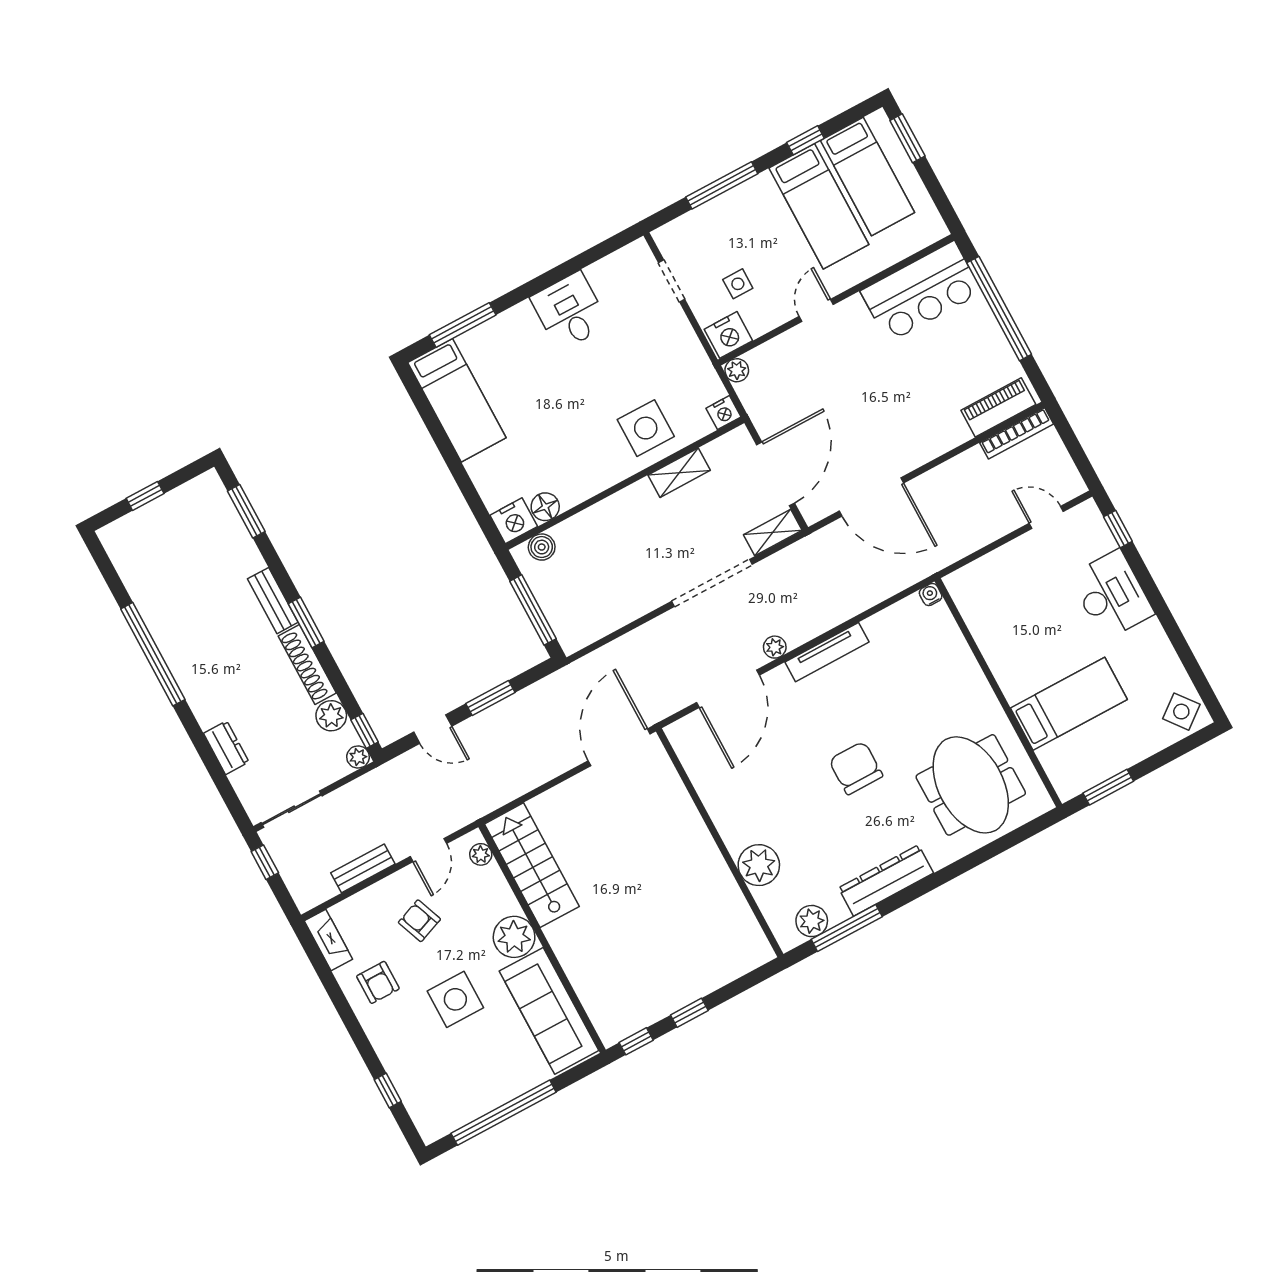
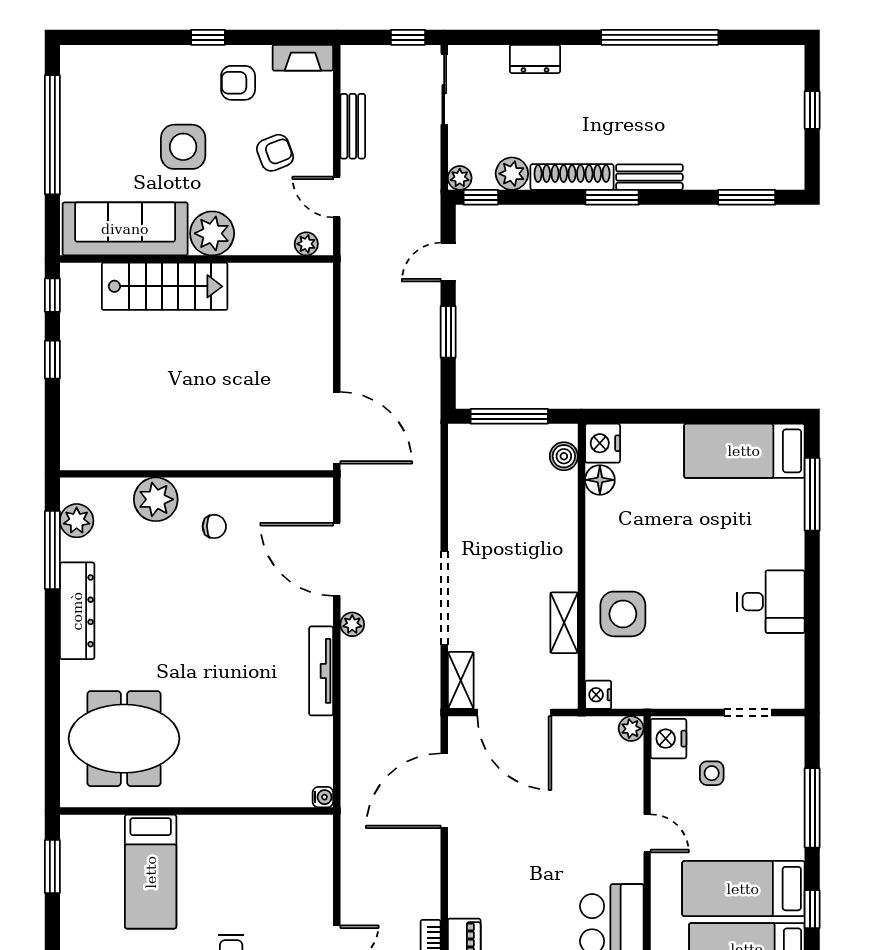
chair: (856, 768) -> (214, 526), moved, width x0.54, depth x0.54
stairs: (532, 865) -> (165, 286), moved
window: (388, 1091) -> (208, 37), moved

